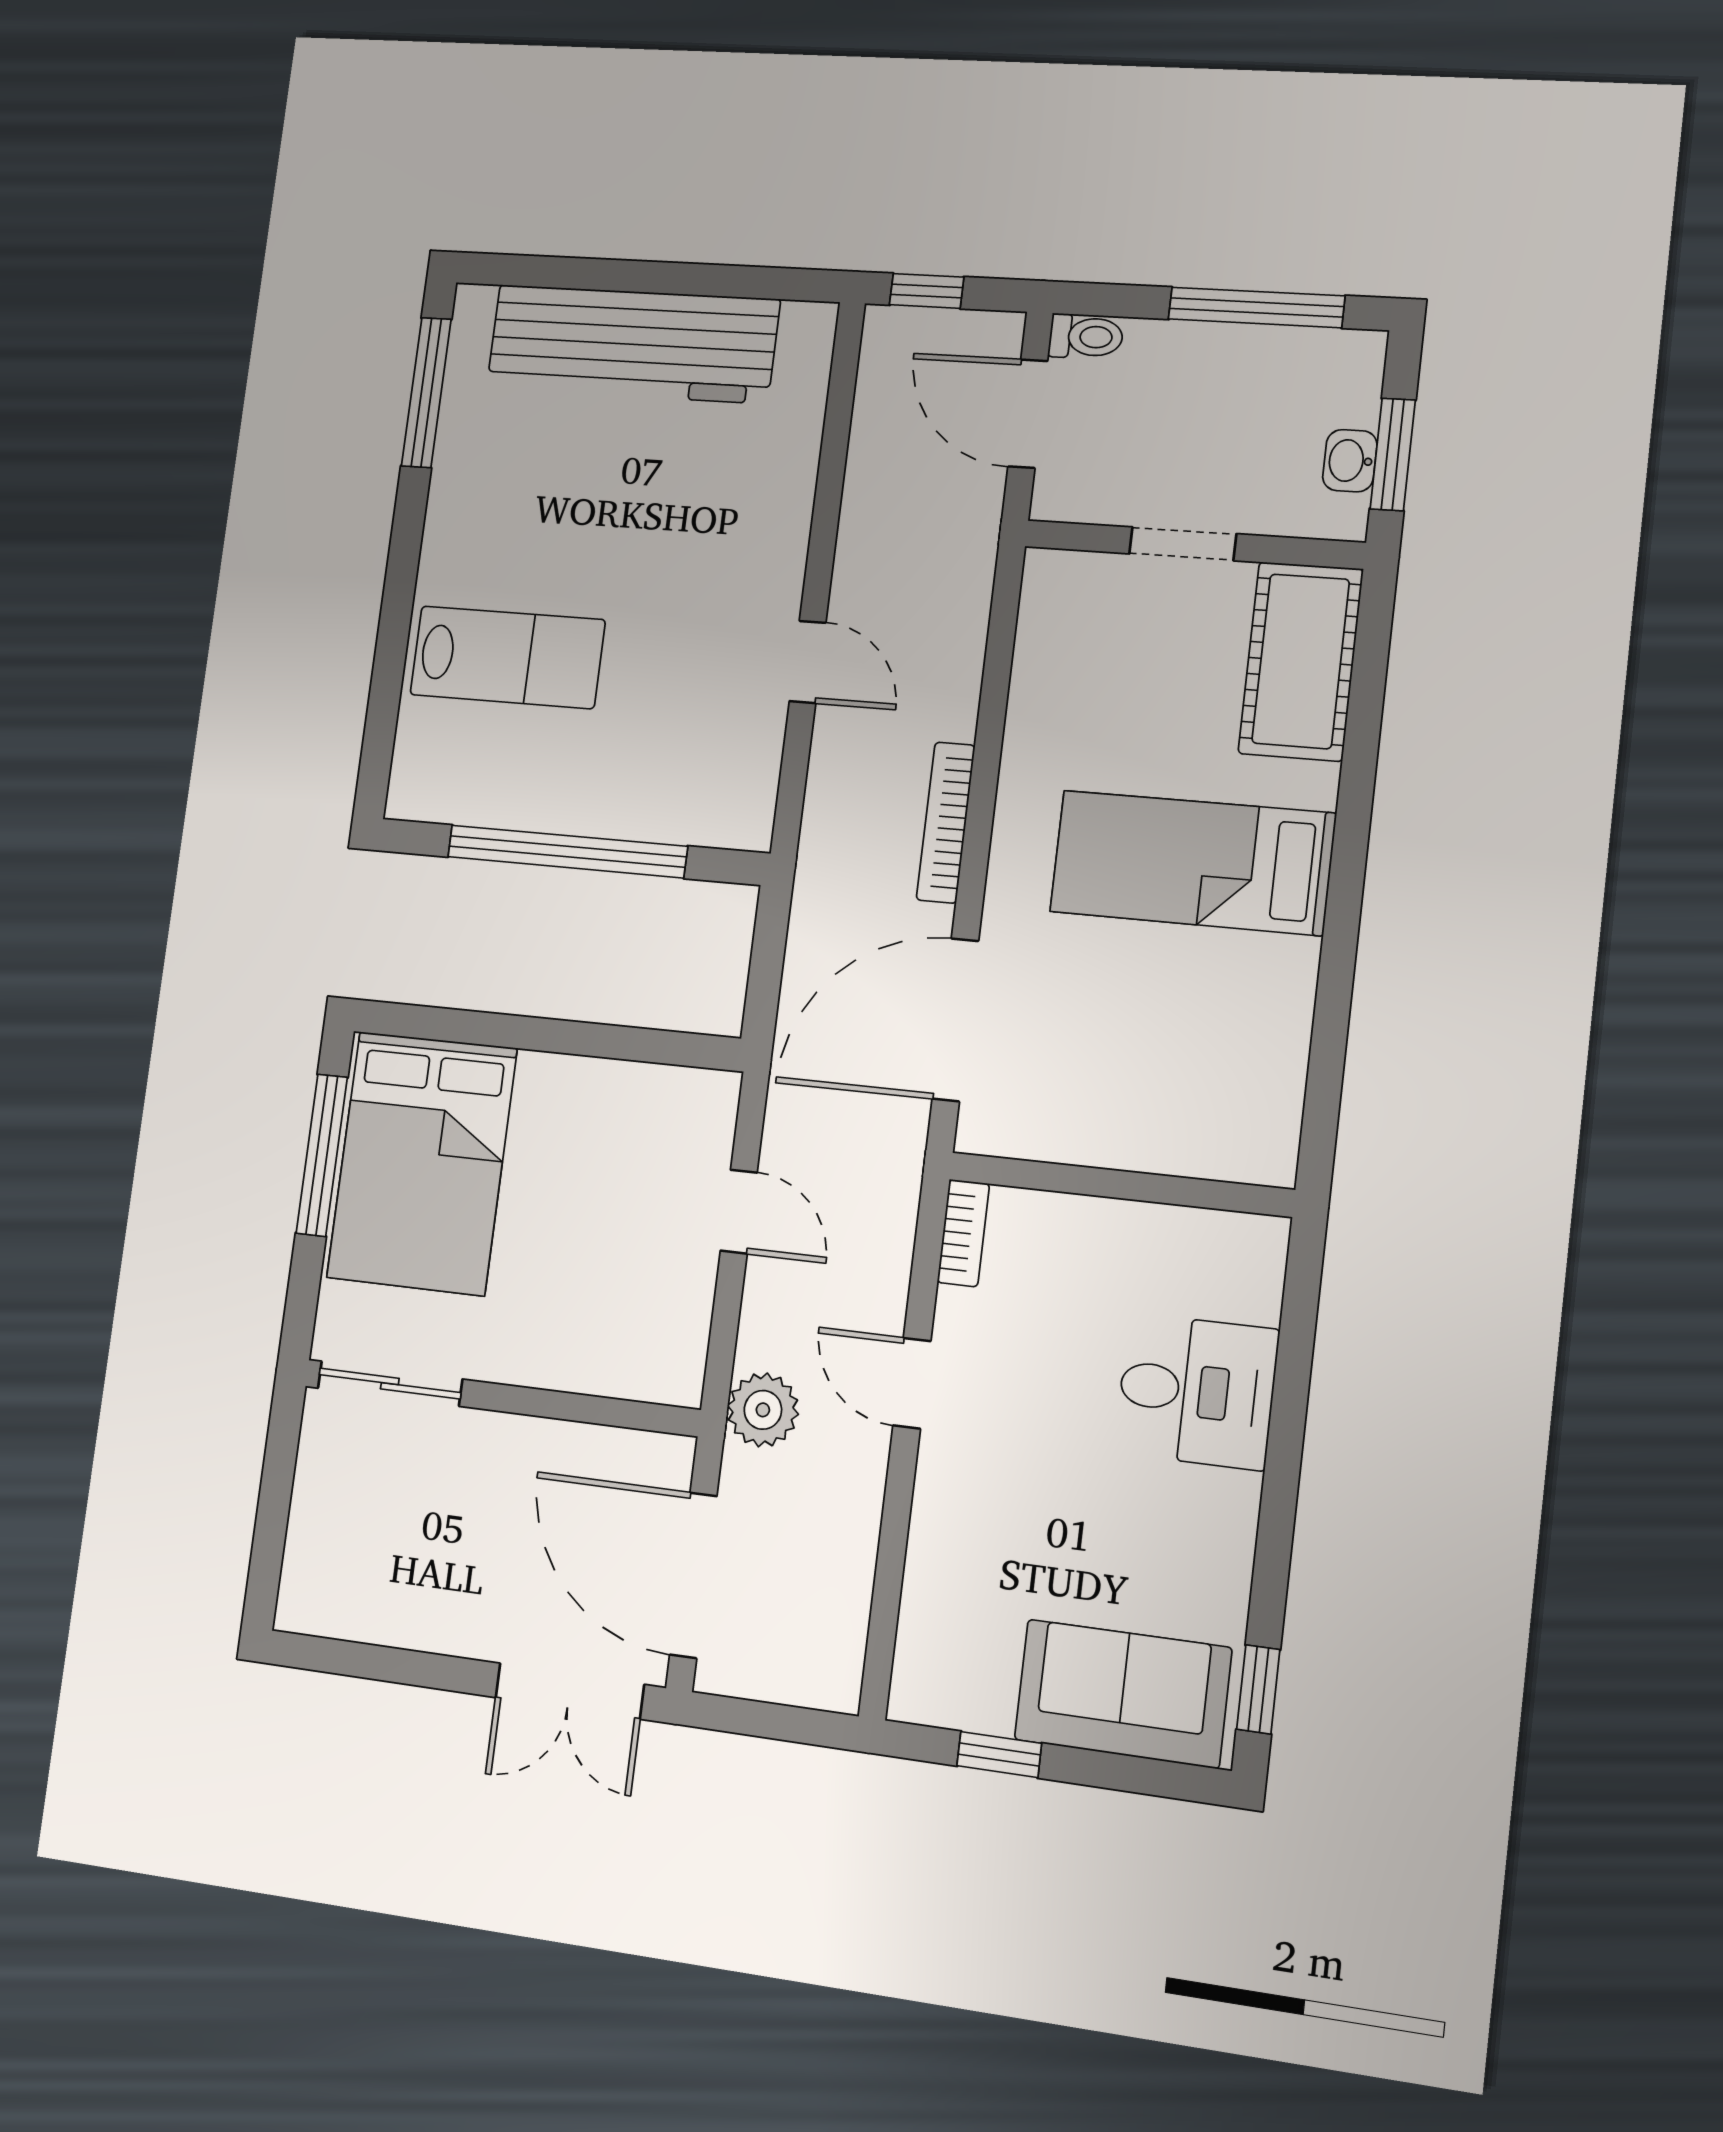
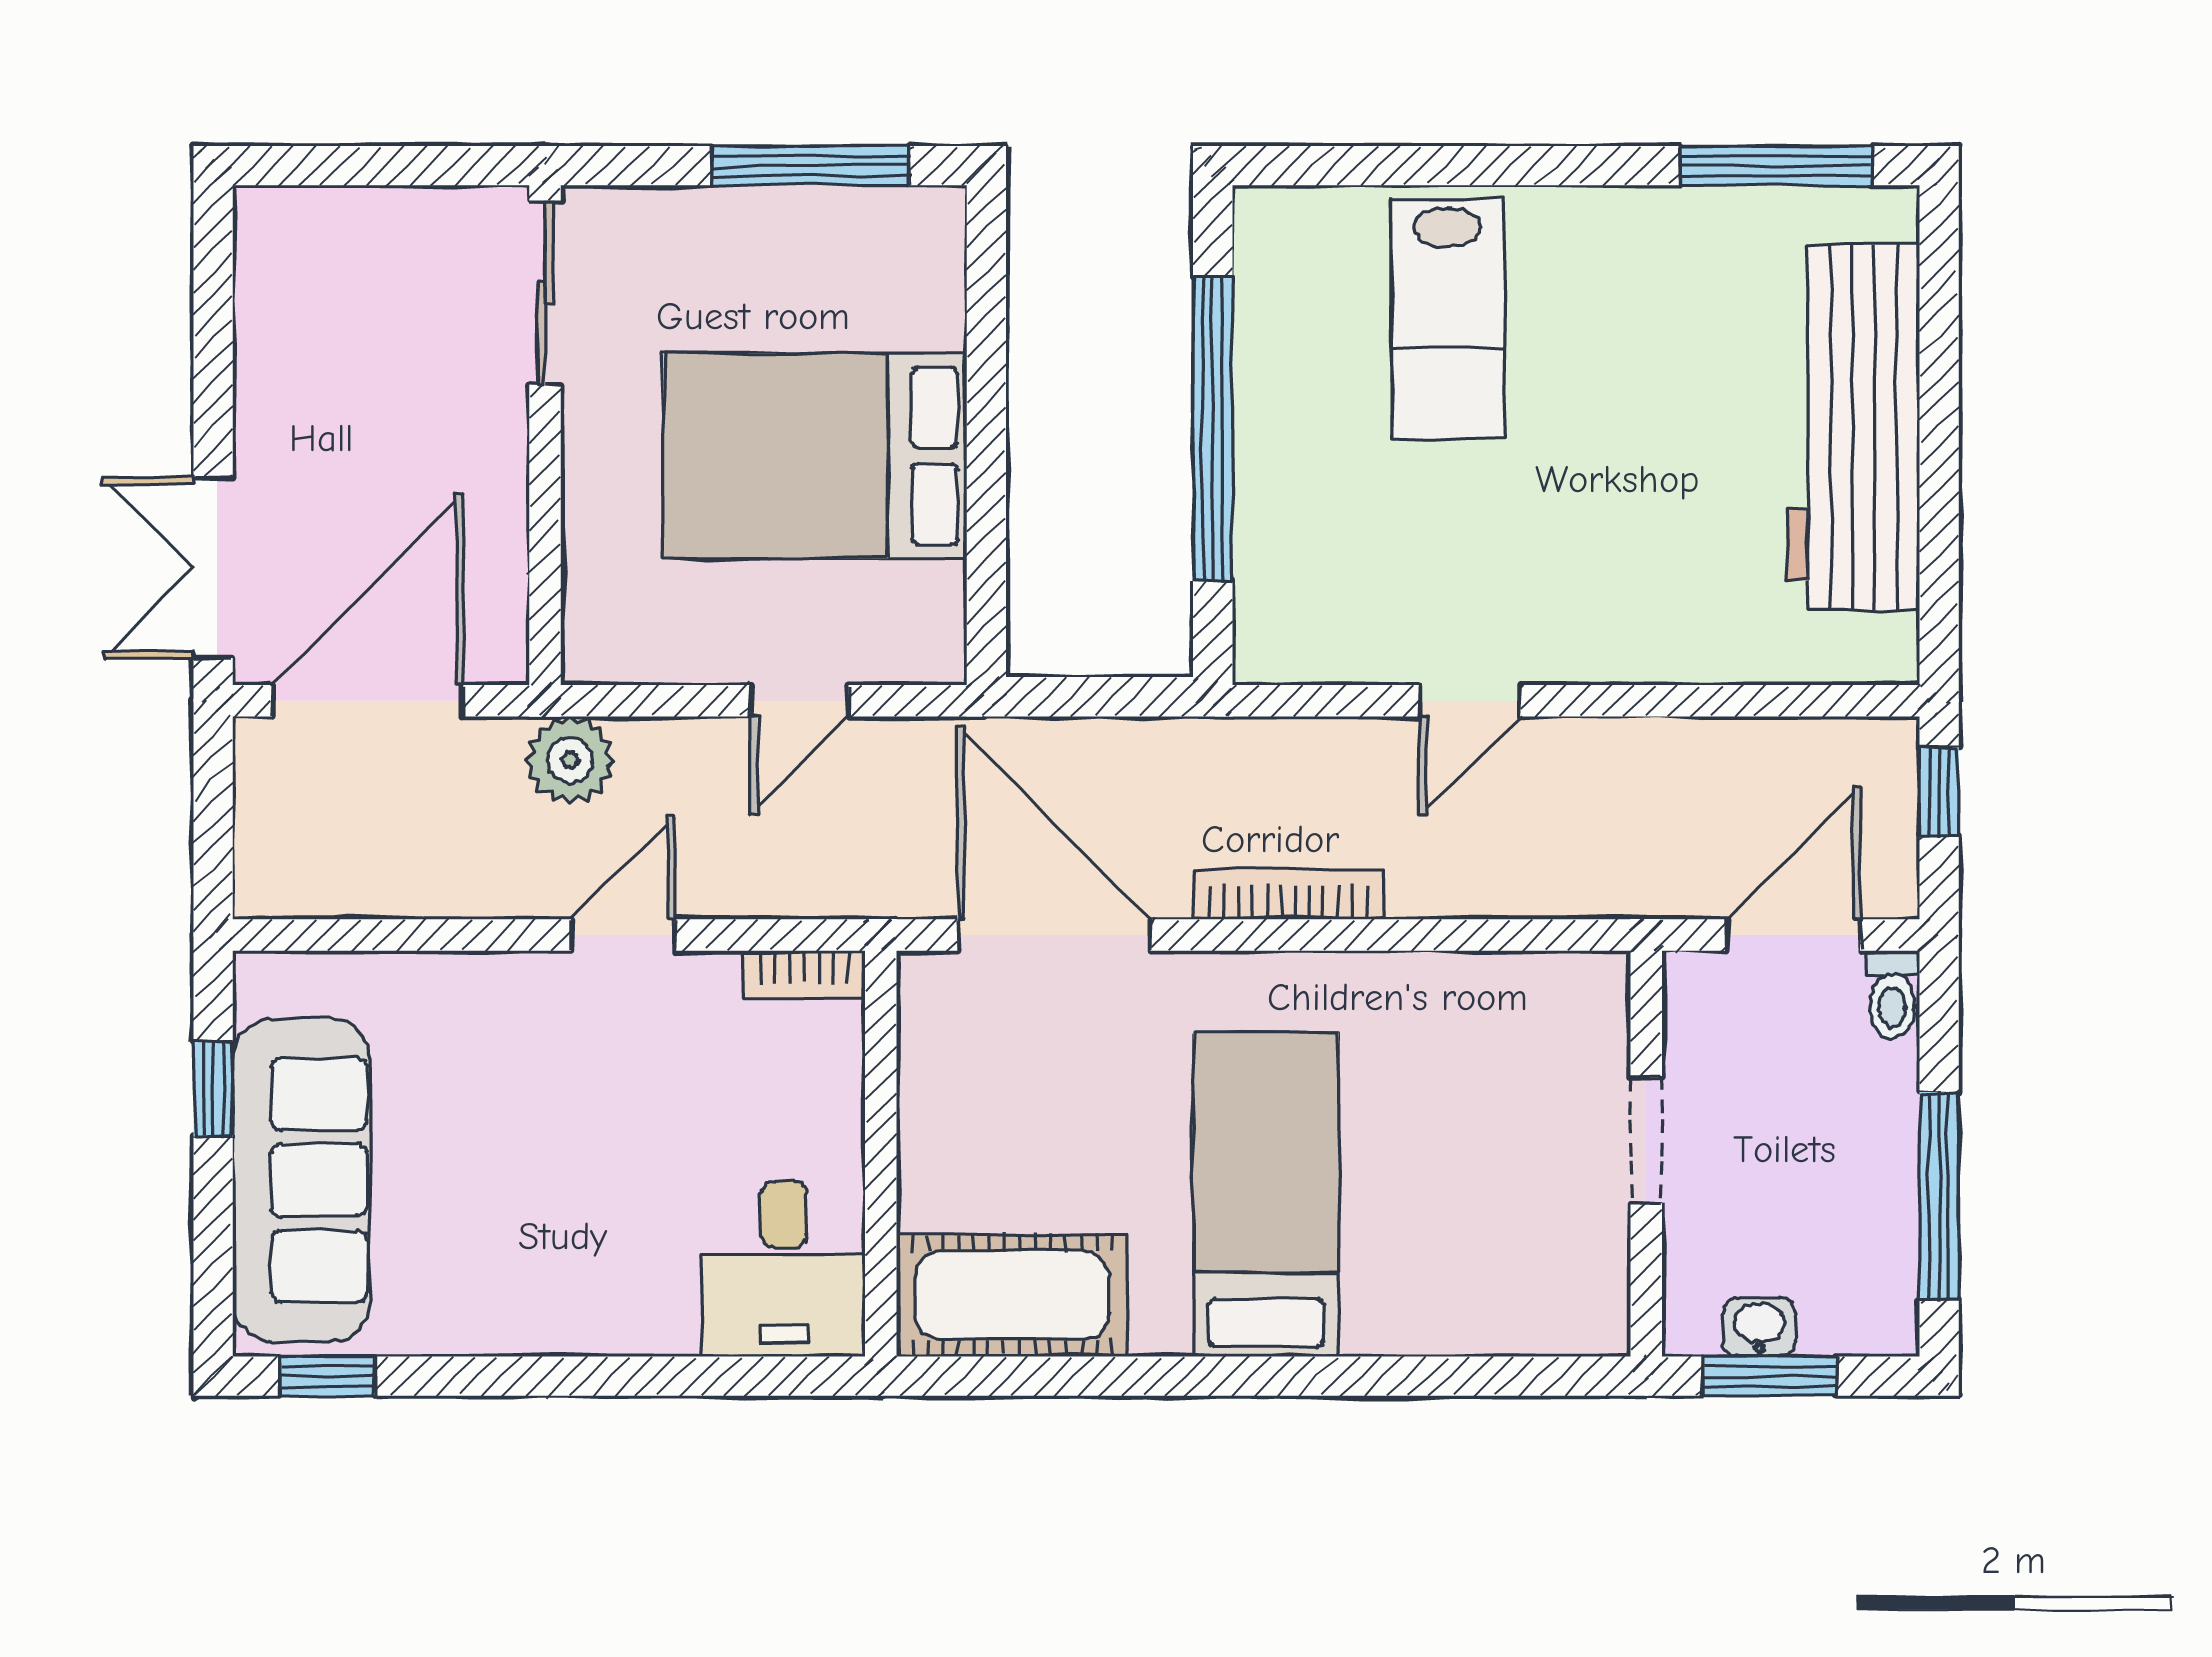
cot: (1301, 661) -> (1012, 1295), moved
bed: (422, 1163) -> (815, 456), moved
desk: (1197, 1391) -> (784, 1269), moved
sofa: (1123, 1694) -> (301, 1180), width x1.36

